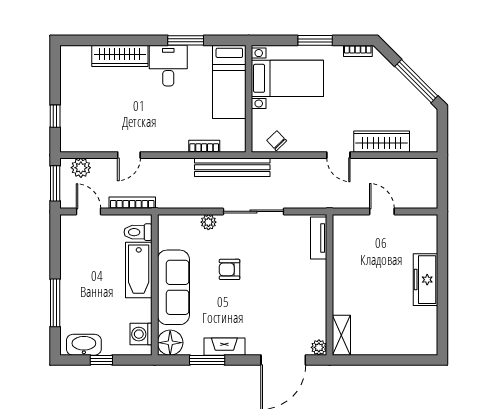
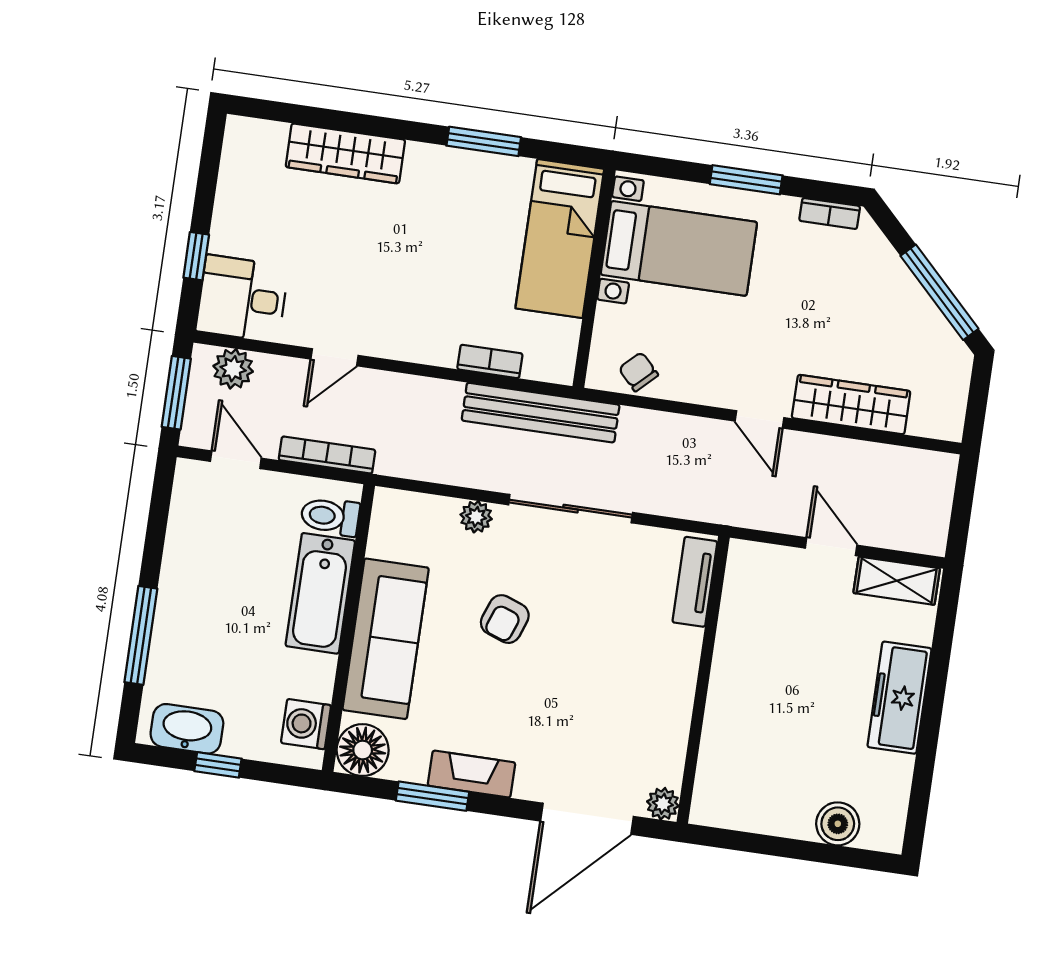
desk: (168, 66) -> (242, 299), moved, turned -90
armchair: (230, 269) -> (505, 619), turned -70
shelving: (341, 335) -> (897, 581), moved, turned 90
boiler: (405, 345) -> (838, 824), added

